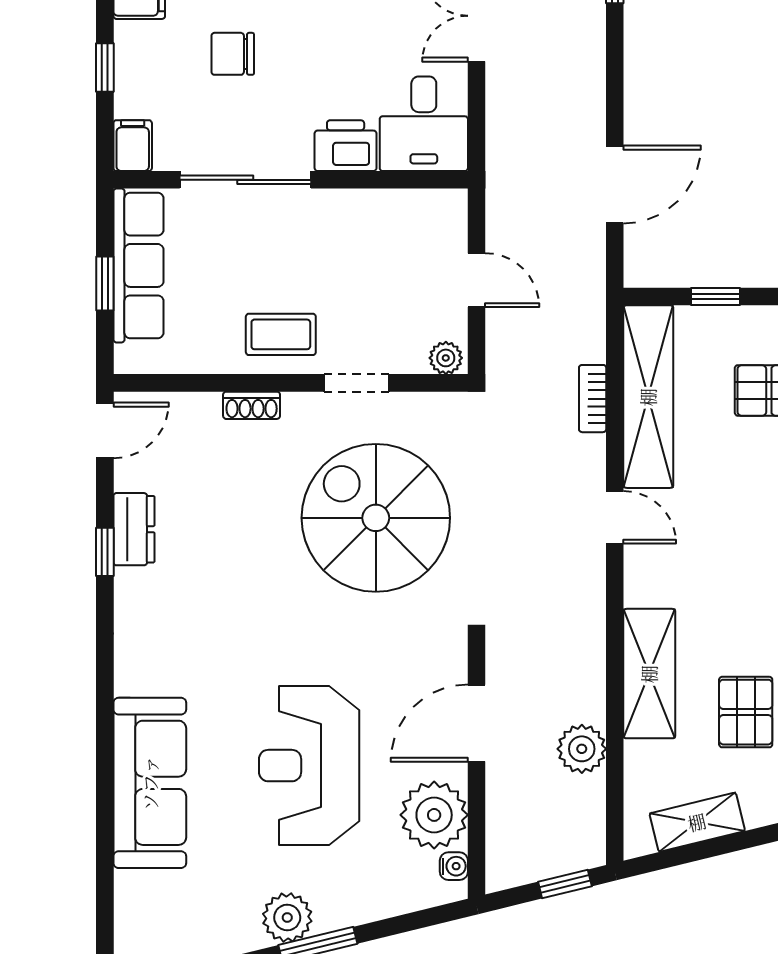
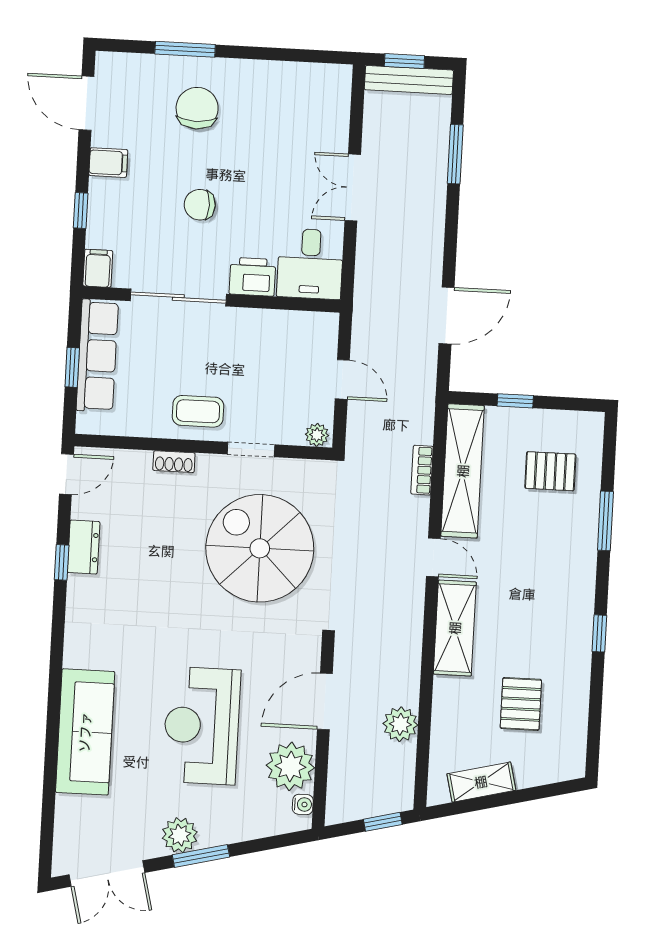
chair: (233, 54) -> (200, 205), moved
shelving: (649, 674) -> (455, 628), moved

